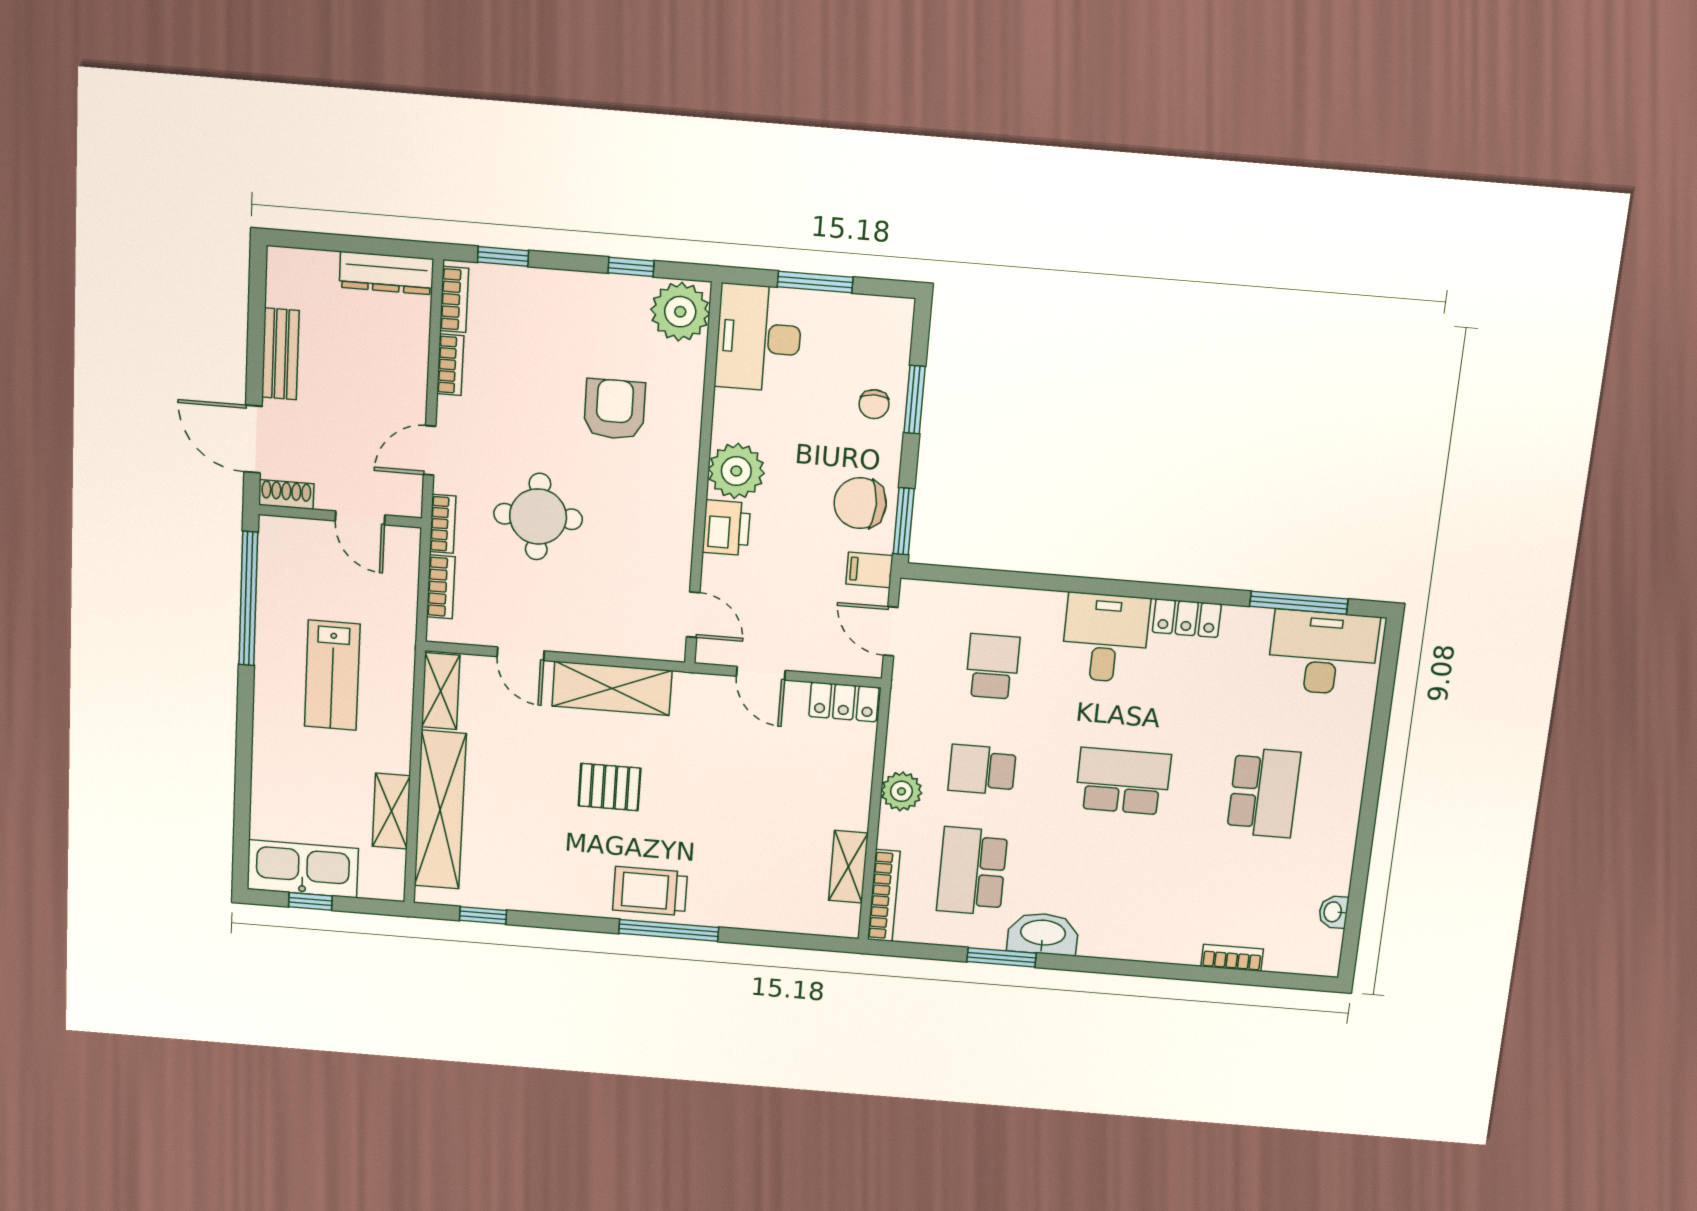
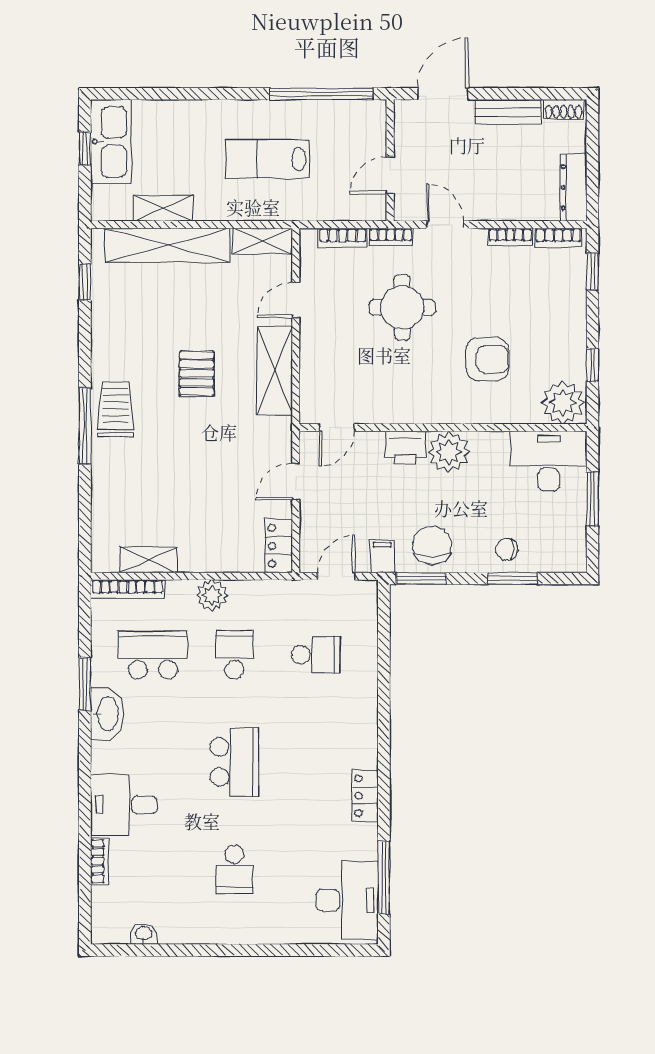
shoe rack: (286, 494) -> (564, 109), moved, turned 90
desk: (1105, 638) -> (124, 805), moved, turned 180
school desk: (1264, 793) -> (234, 869), width x0.54

